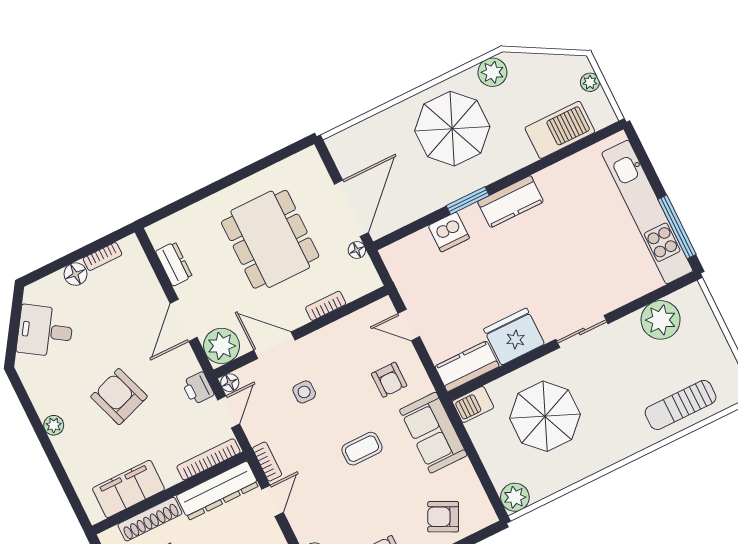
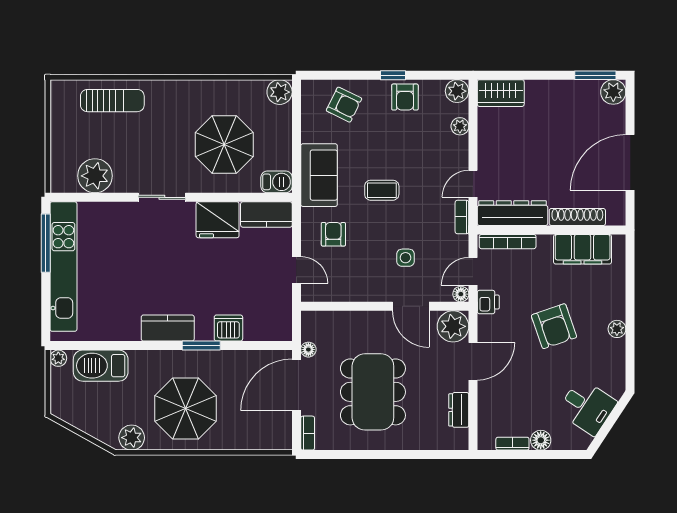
plant: (590, 82) -> (58, 358), moved
bookcase: (326, 306) -> (308, 433), moved, turned -90

